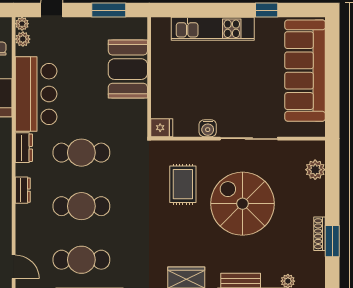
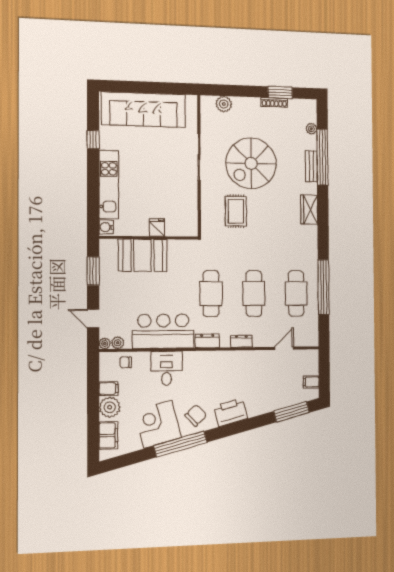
fridge: (162, 128) -> (157, 227), moved
water cooler: (208, 128) -> (106, 227), moved, turned 180
rug: (183, 184) -> (236, 211), turned 90
door: (14, 267) -> (284, 348), moved

